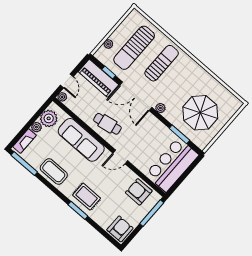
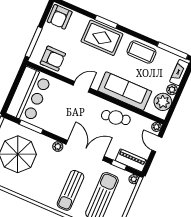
plant: (108, 44) -> (134, 179), moved
piano: (98, 78) -> (131, 160), width x0.73, depth x0.75
cafe table: (107, 124) -> (116, 118), moved
rug: (87, 197) -> (102, 38), width x1.36, depth x1.43

